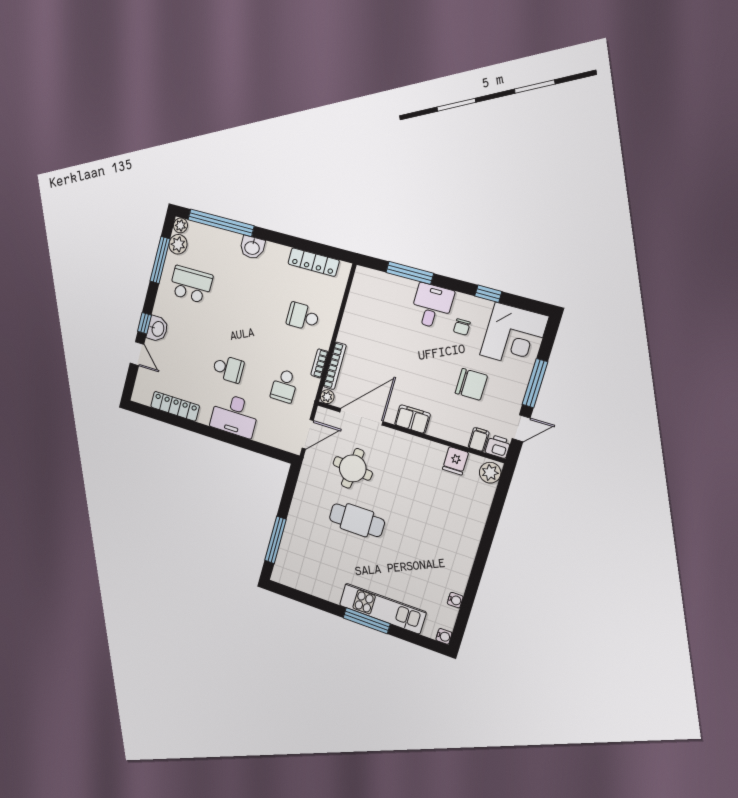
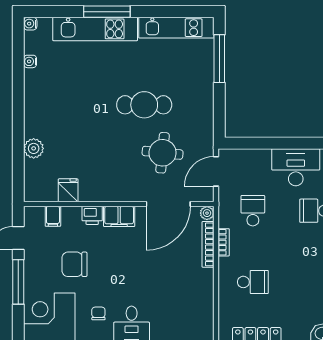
printer: (498, 447) -> (92, 215), moved
plant: (490, 473) -> (34, 148), moved
kitchen unit: (306, 582) -> (176, 28), added

